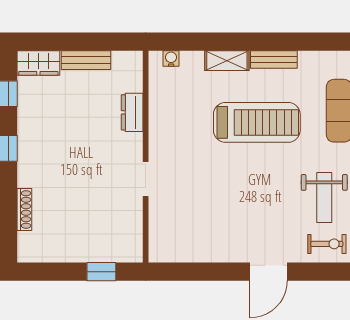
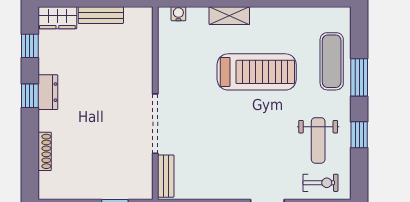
bench: (274, 60) -> (166, 176), moved, turned 90
dresser: (132, 112) -> (48, 92), moved, turned 180
doorway: (146, 179) -> (155, 124), width x1.87

